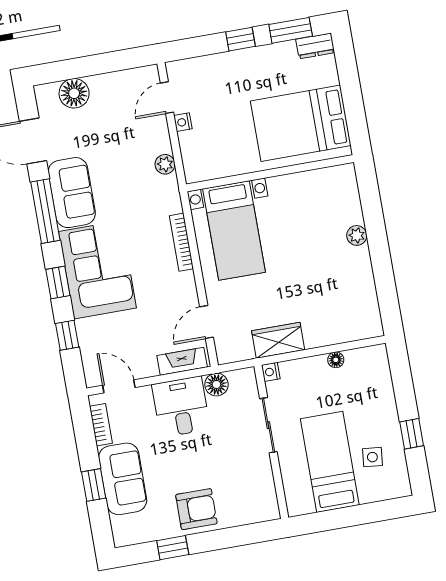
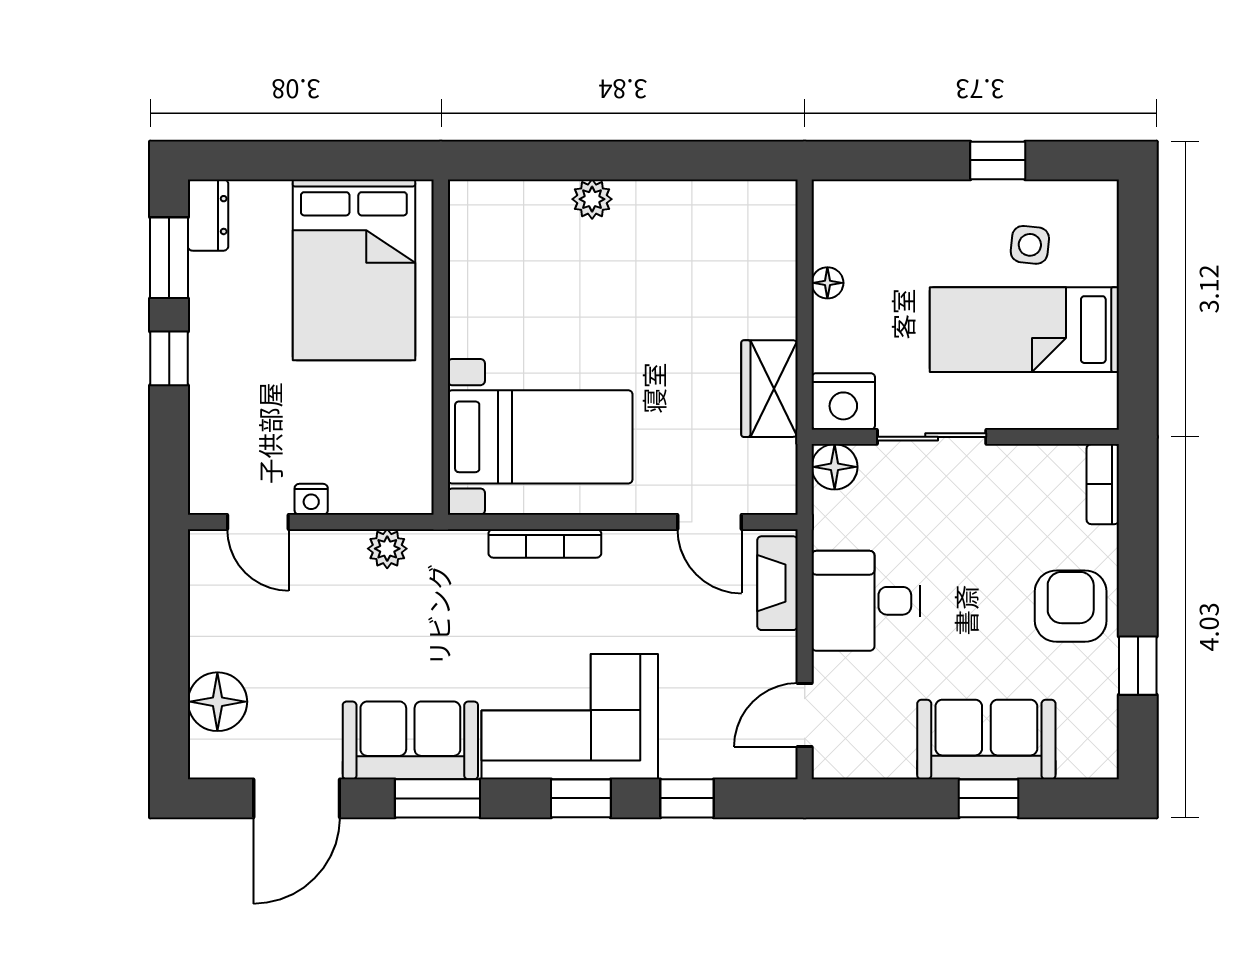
window: (45, 211) -> (438, 798), width x0.69
nightstand: (271, 372) -> (843, 401), width x1.89, depth x1.79
floor lamp: (216, 385) -> (835, 467), moved
bookcase: (101, 425) -> (1103, 484), moved, turned -90

